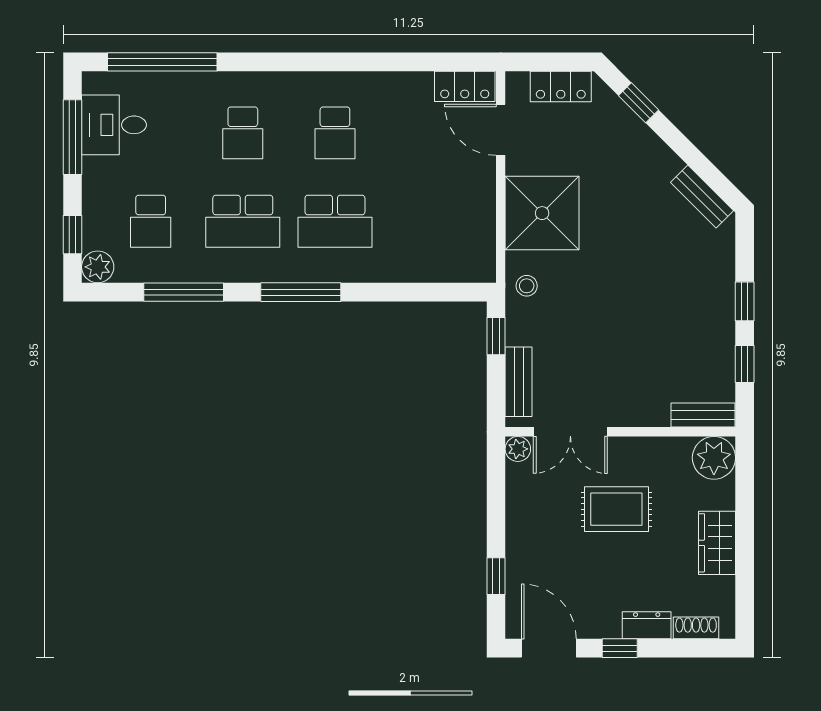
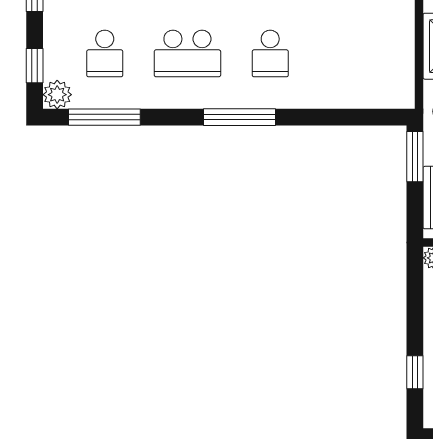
school desk: (335, 221) -> (270, 53), width x0.54
window: (184, 292) -> (104, 117), moved
window: (496, 336) -> (415, 157), width x1.50

